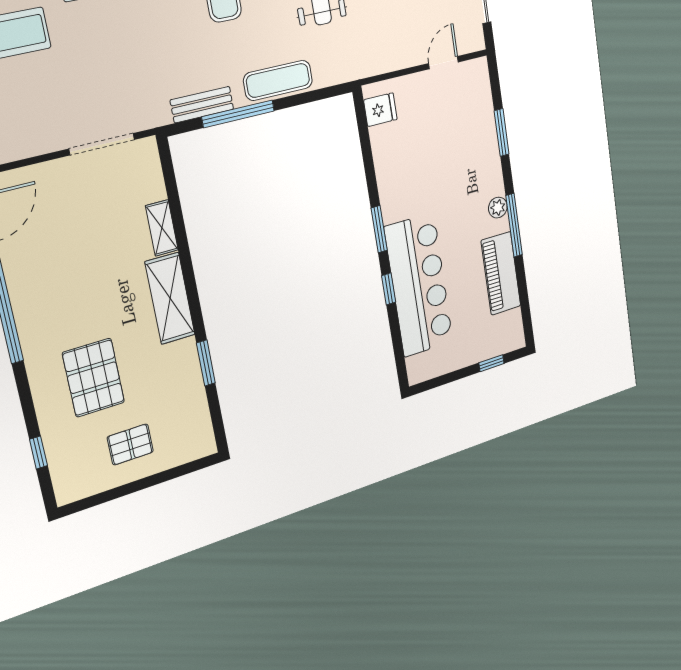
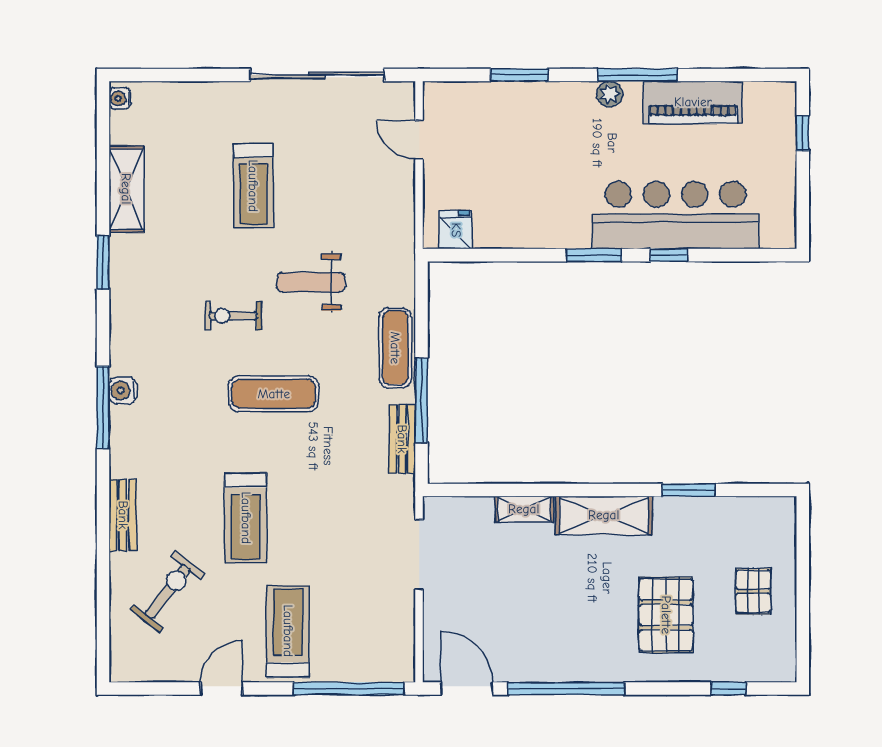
pallet: (94, 378) -> (666, 615), turned 90

